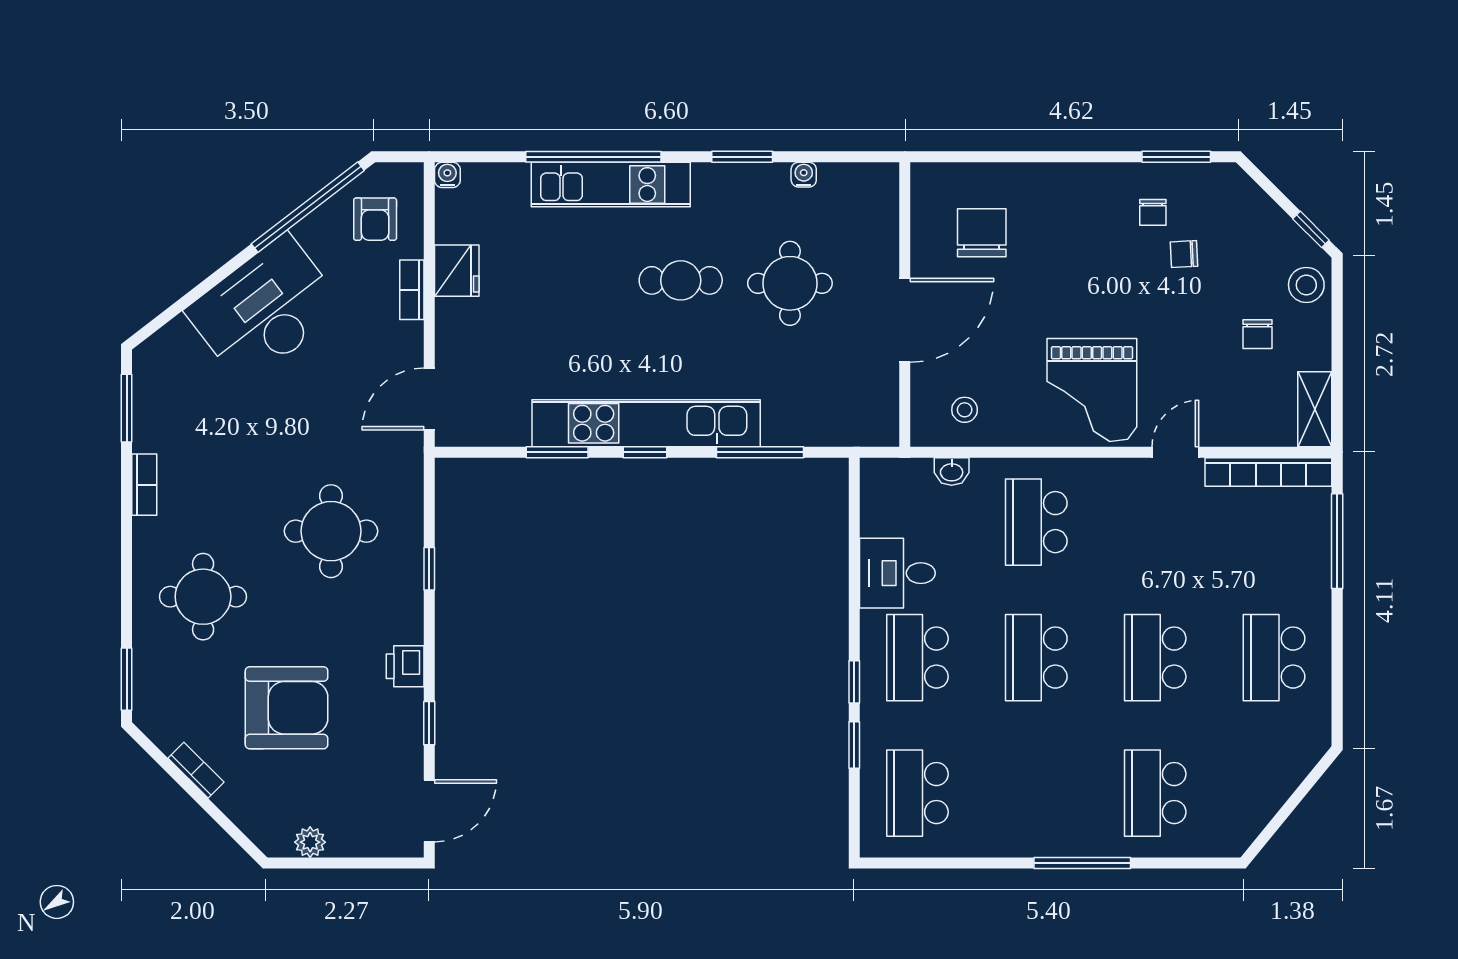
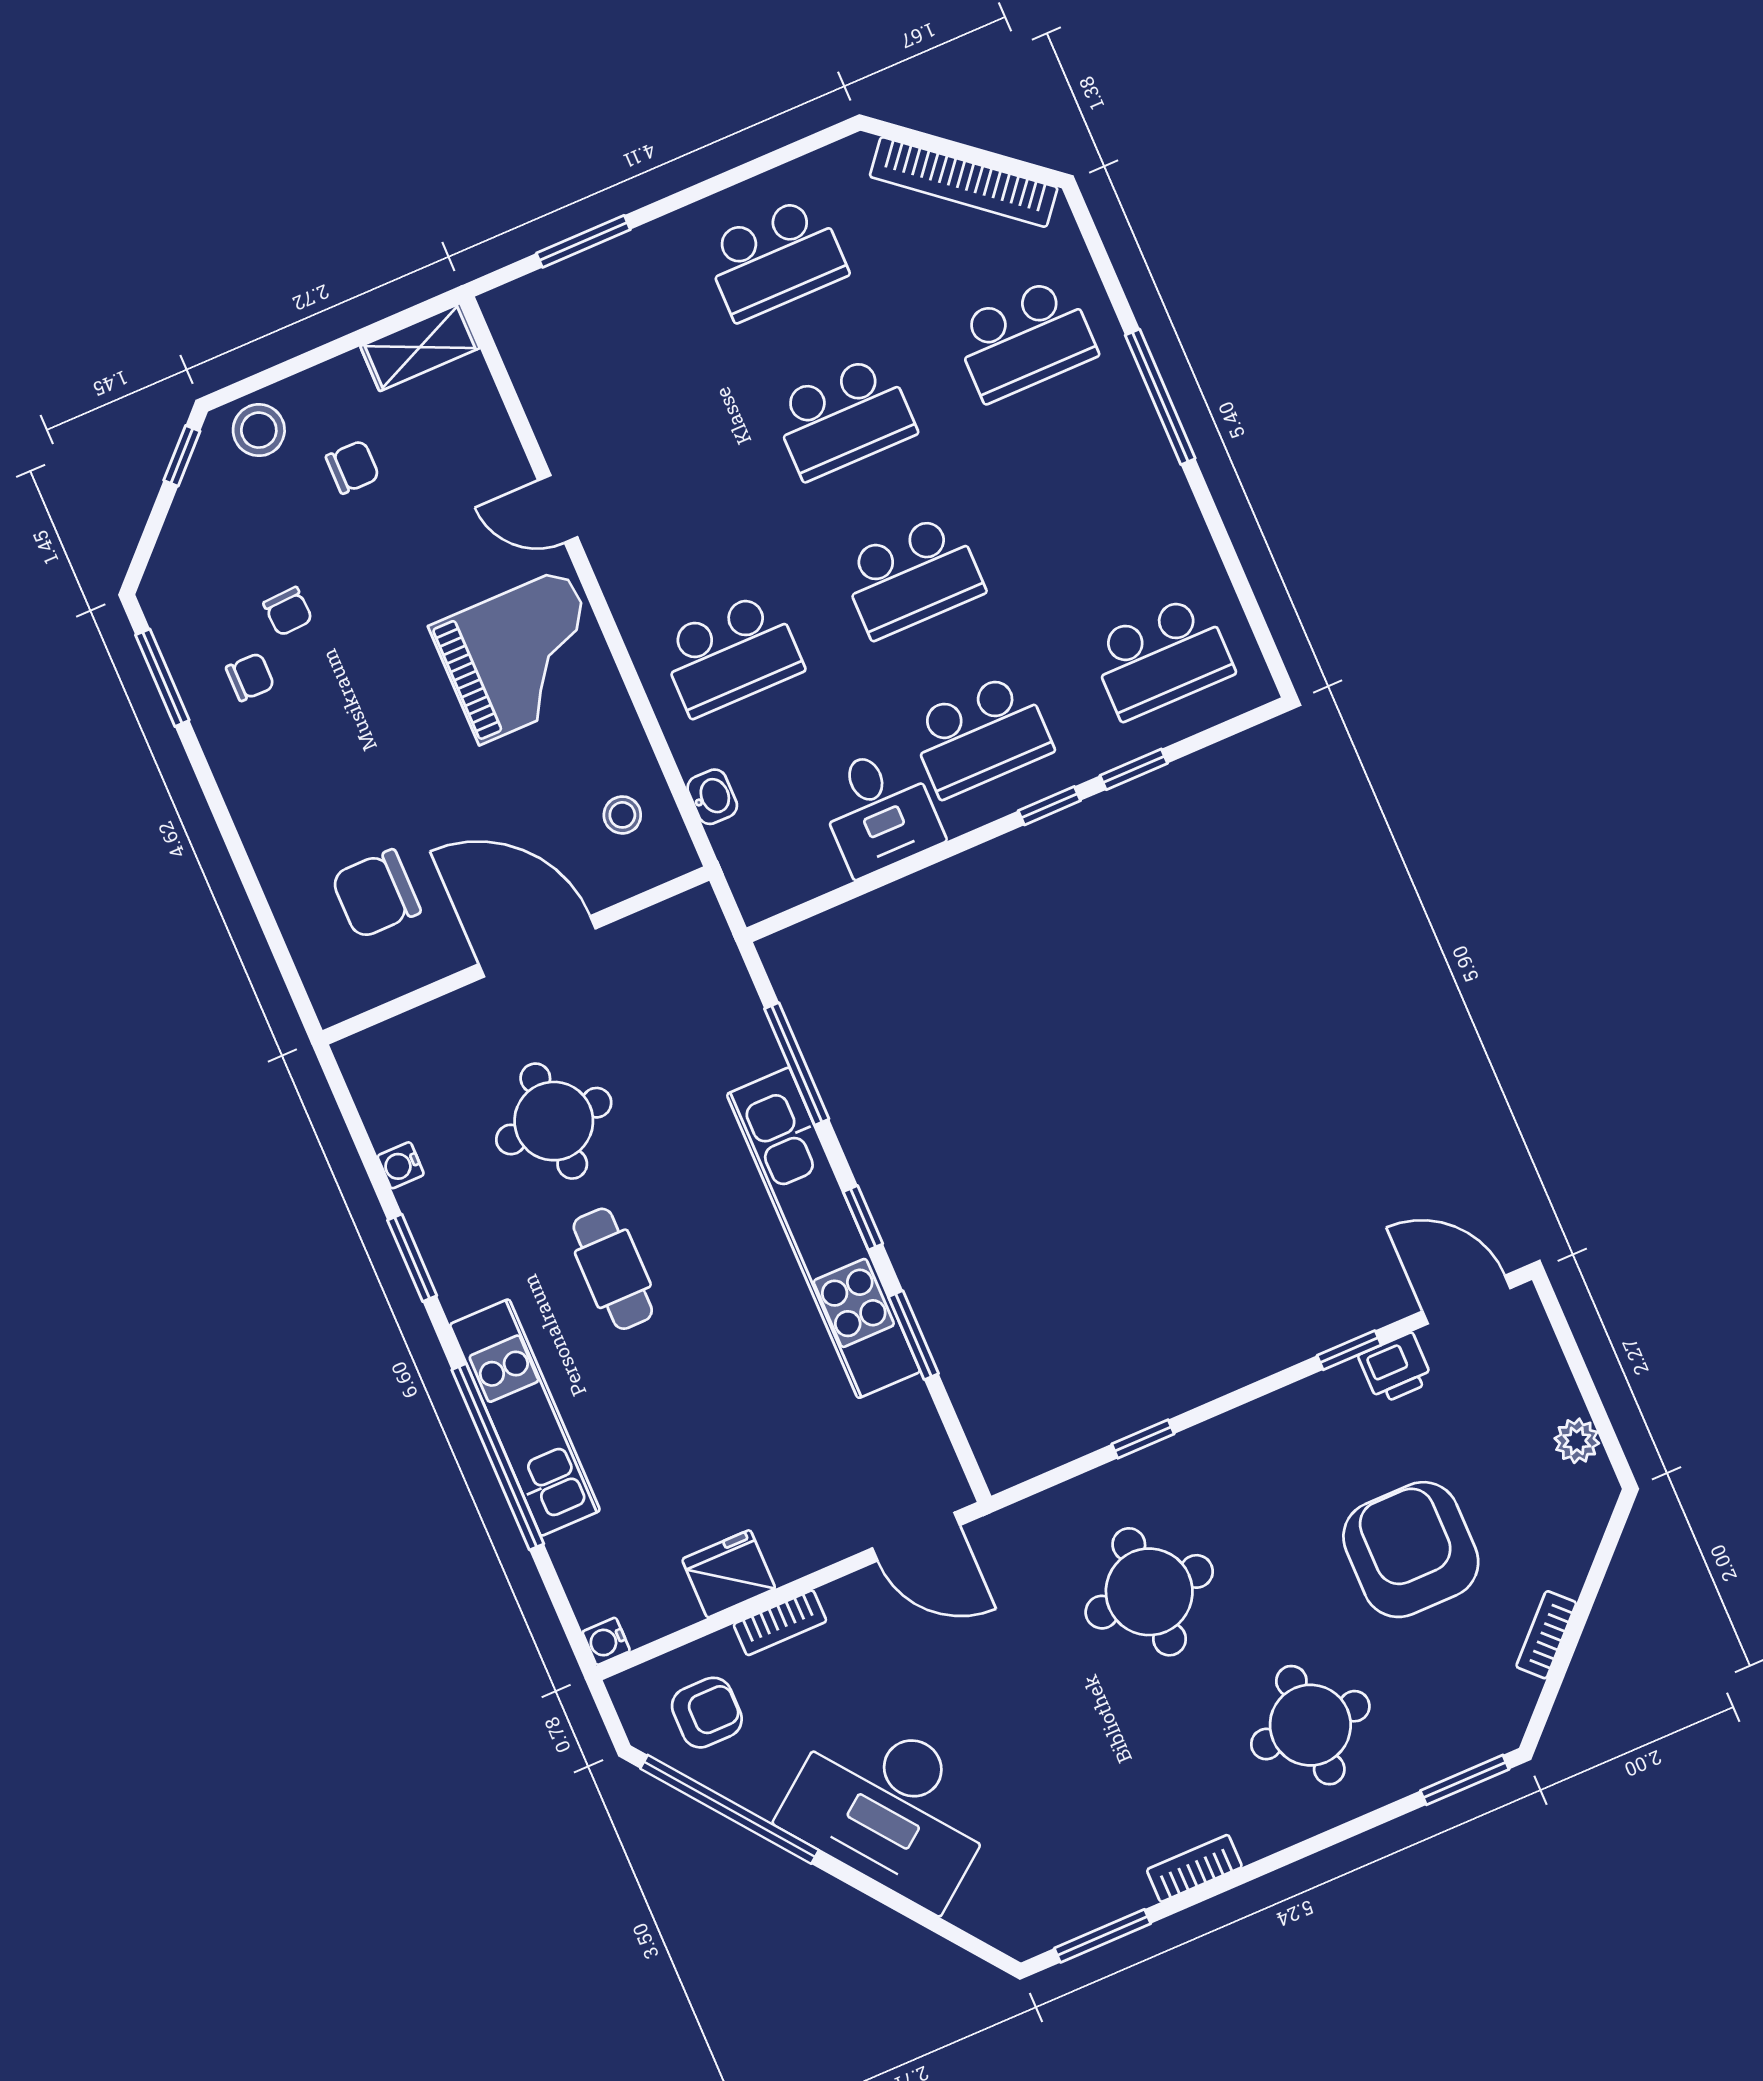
bookcase: (1268, 472) -> (964, 182), moved, turned 129
window: (1337, 541) -> (583, 241), width x0.69
printer: (405, 666) -> (1396, 1368), moved

